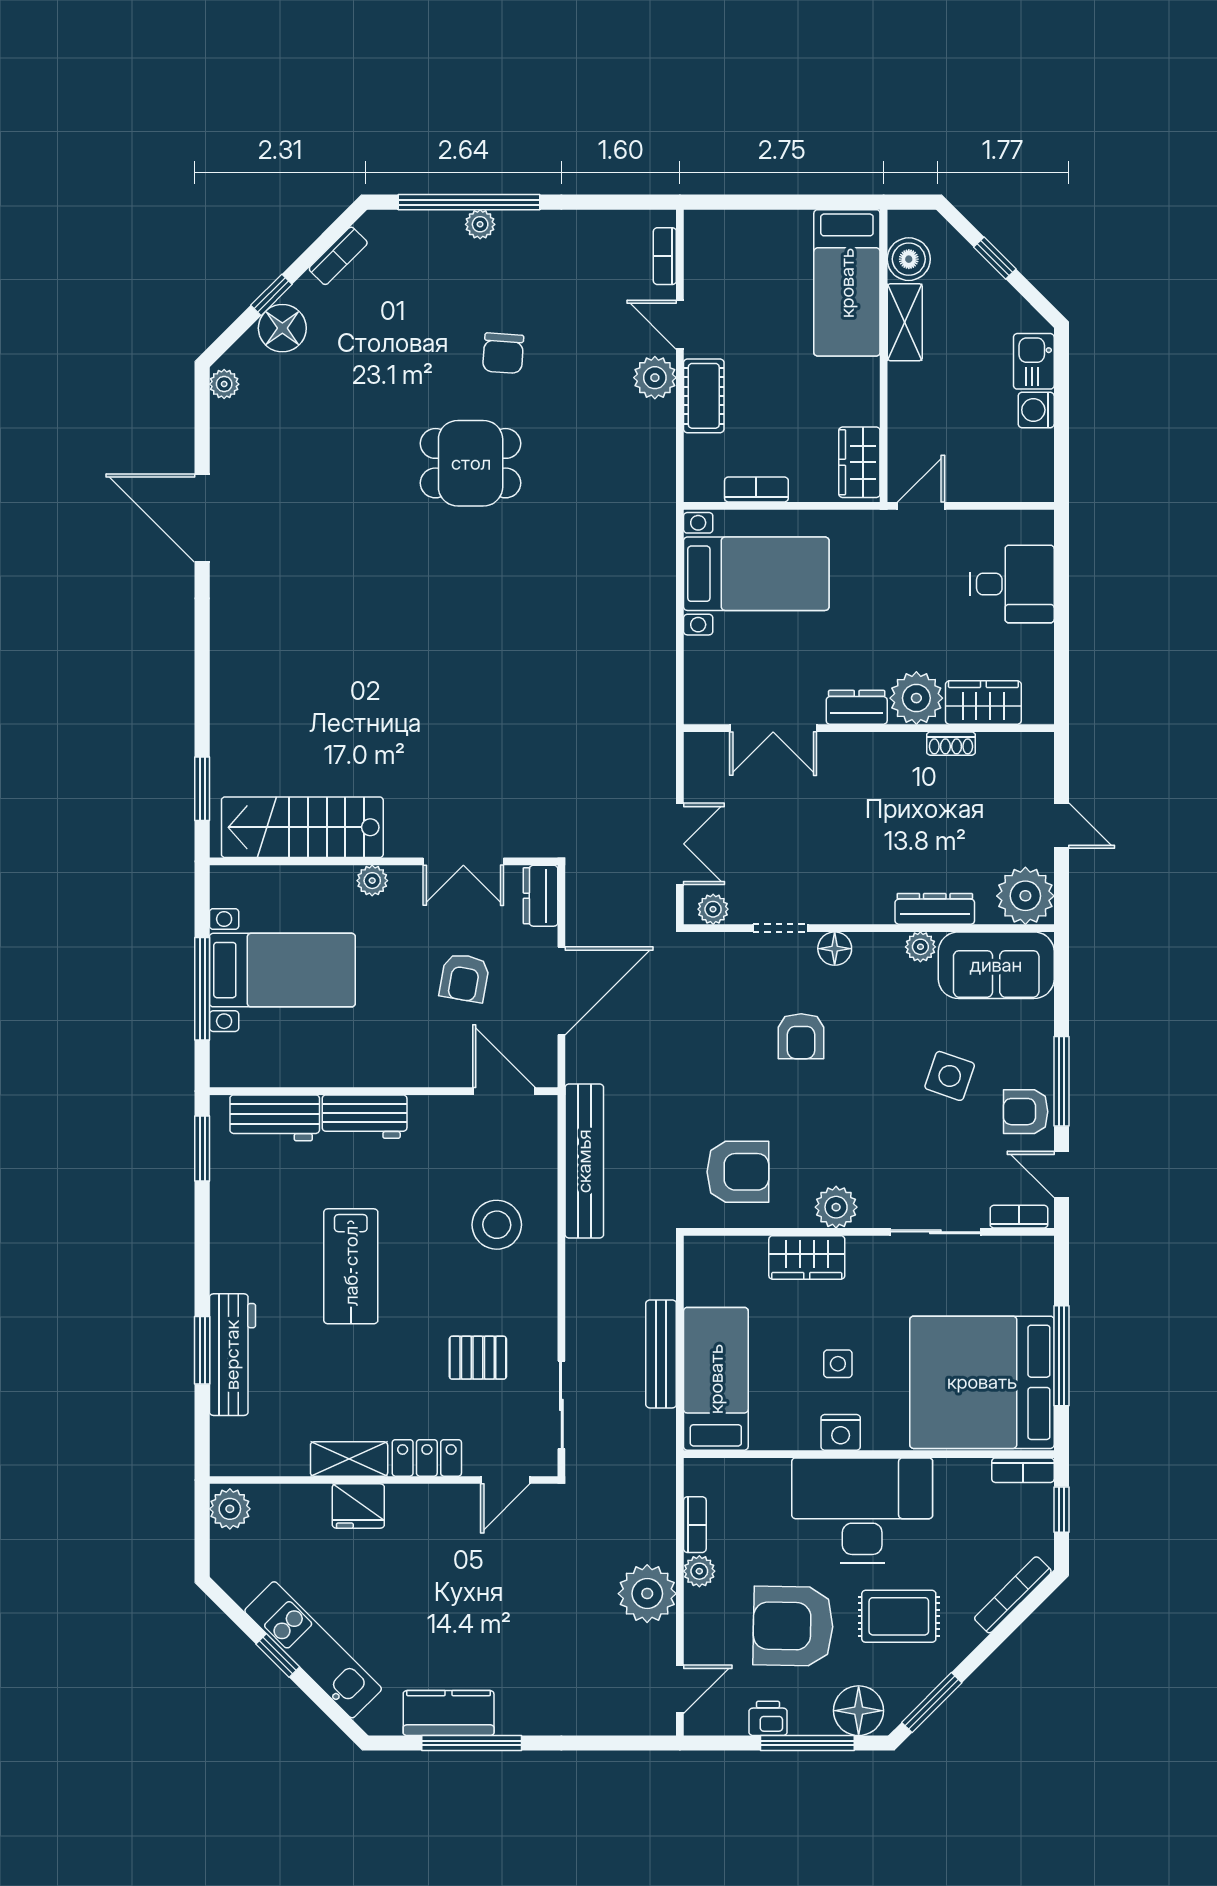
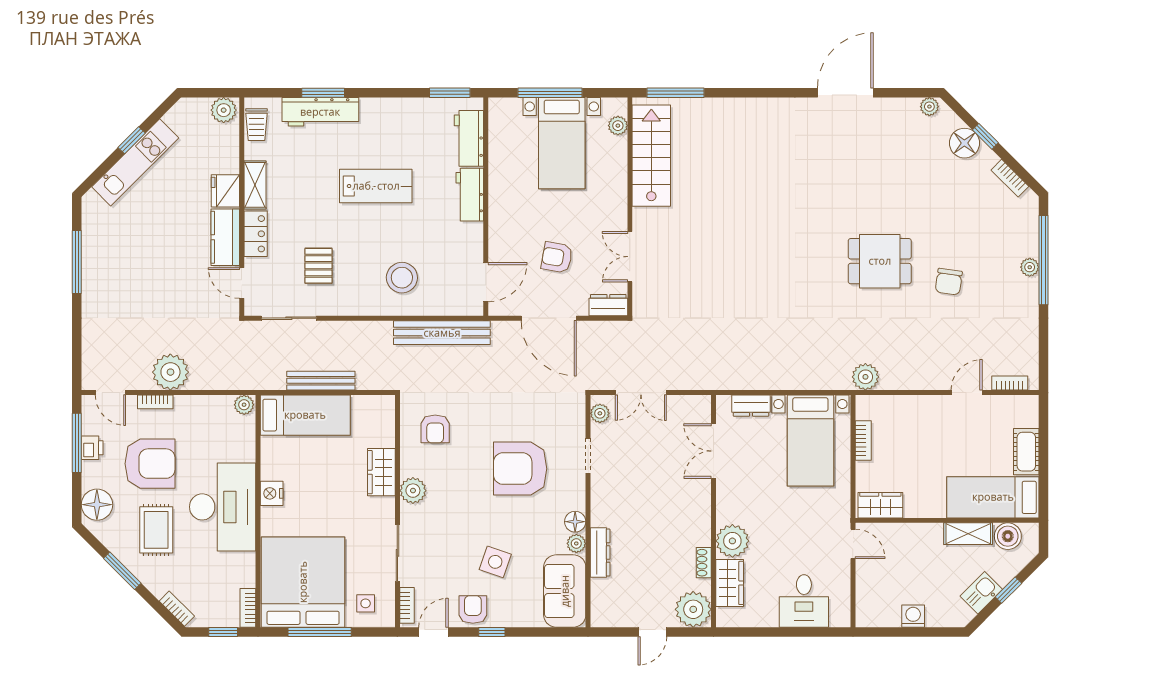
chair: (503, 353) -> (949, 282), turned -86
kitchen sink: (1034, 361) -> (981, 593), moved, turned -45
plant: (655, 378) -> (865, 377), moved
cot: (704, 396) -> (1026, 452), moved, turned 90
dining table: (471, 463) -> (880, 261), turned 90
dresser: (857, 707) -> (751, 406), moved, turned 90
window: (202, 789) -> (675, 93), width x1.44
plant: (372, 881) -> (618, 126), moved
plant: (1025, 896) -> (693, 609), moved
floor lamp: (835, 949) -> (575, 522), moved
armchair: (801, 1036) -> (520, 469), width x1.88, depth x1.88
window: (1061, 1081) -> (492, 632), width x0.46
armchair: (738, 1172) -> (435, 429), width x0.72, depth x0.72
lab bench: (351, 1266) -> (376, 186), turned 180
side table: (838, 1364) -> (366, 603), moved
trolley: (253, 1456) -> (257, 125), added
bookcase: (695, 1525) -> (155, 402), moved
plant: (699, 1571) -> (244, 405), moved
bookcase: (1013, 1595) -> (177, 609), width x0.64
armchair: (793, 1626) -> (150, 464), turned 89
window: (932, 1703) -> (122, 571), moved
kitchen counter: (449, 1713) -> (225, 237), moved, turned 180
window: (807, 1743) -> (77, 443), moved

